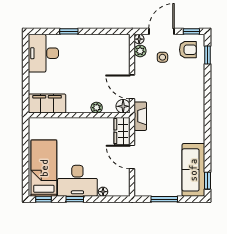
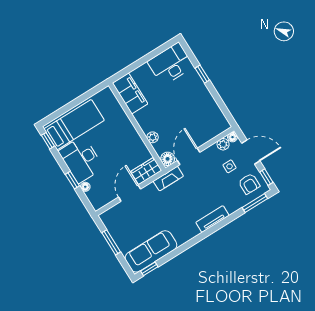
window: (207, 55) -> (255, 203), width x1.50
tv unit: (198, 100) -> (212, 219), added
window: (75, 199) -> (72, 180), moved

